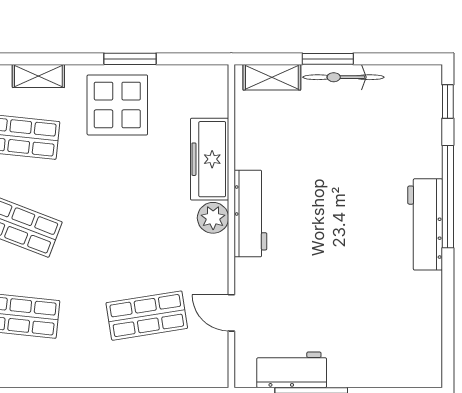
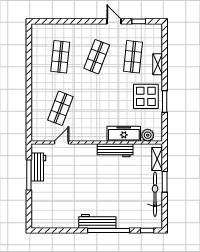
bicycle: (343, 77) -> (155, 194), width x1.37, depth x1.40
workbench: (250, 214) -> (115, 150), moved
plant: (213, 218) -> (148, 135), moved
shop shelf: (147, 316) -> (60, 108), turned 30

